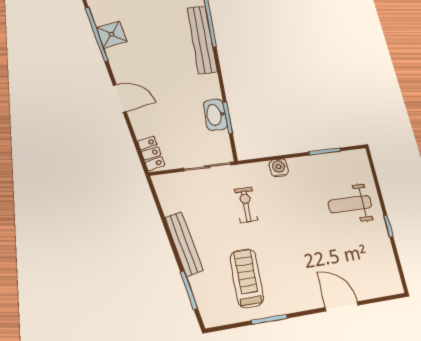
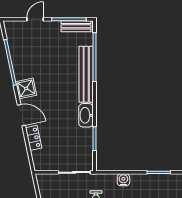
shower: (112, 34) -> (26, 88), moved
washbasin: (215, 115) -> (86, 115), moved
locker: (151, 153) -> (34, 138), moved

